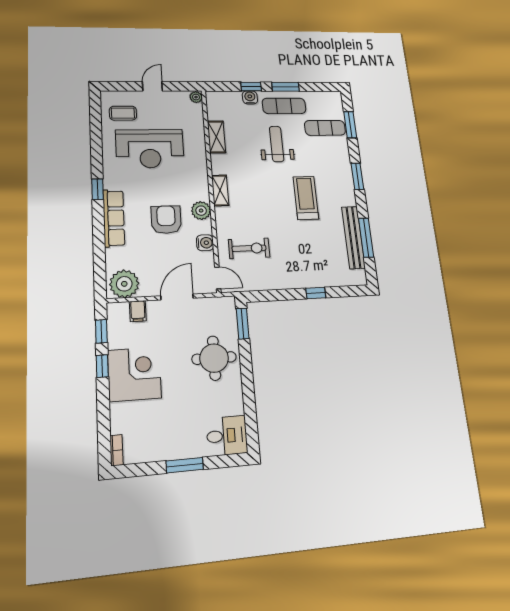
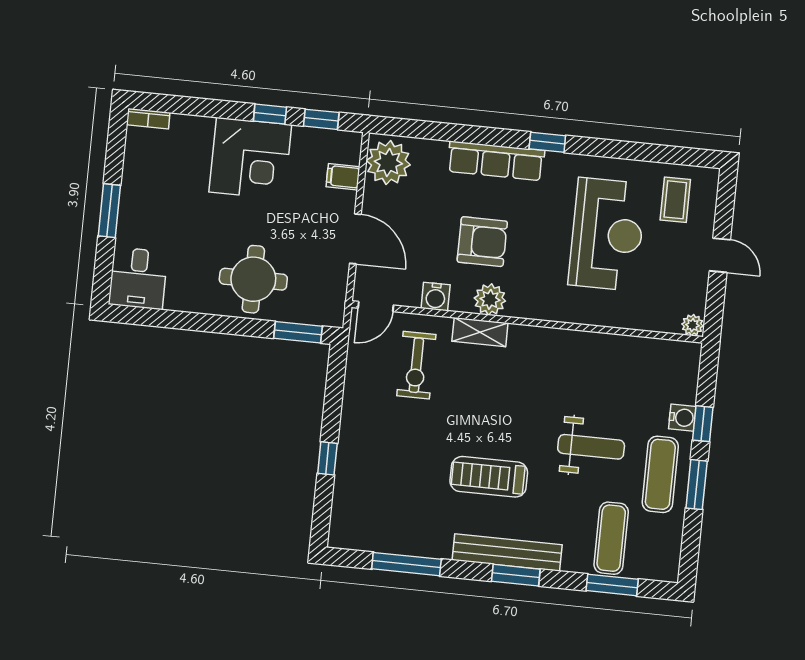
shelving: (217, 137) -> (615, 347), removed
reception desk: (150, 149) -> (607, 234), turned 180
shelving: (220, 190) -> (480, 332), moved
treadmill: (306, 198) -> (489, 477), turned 180
bench: (353, 237) -> (507, 552), moved

